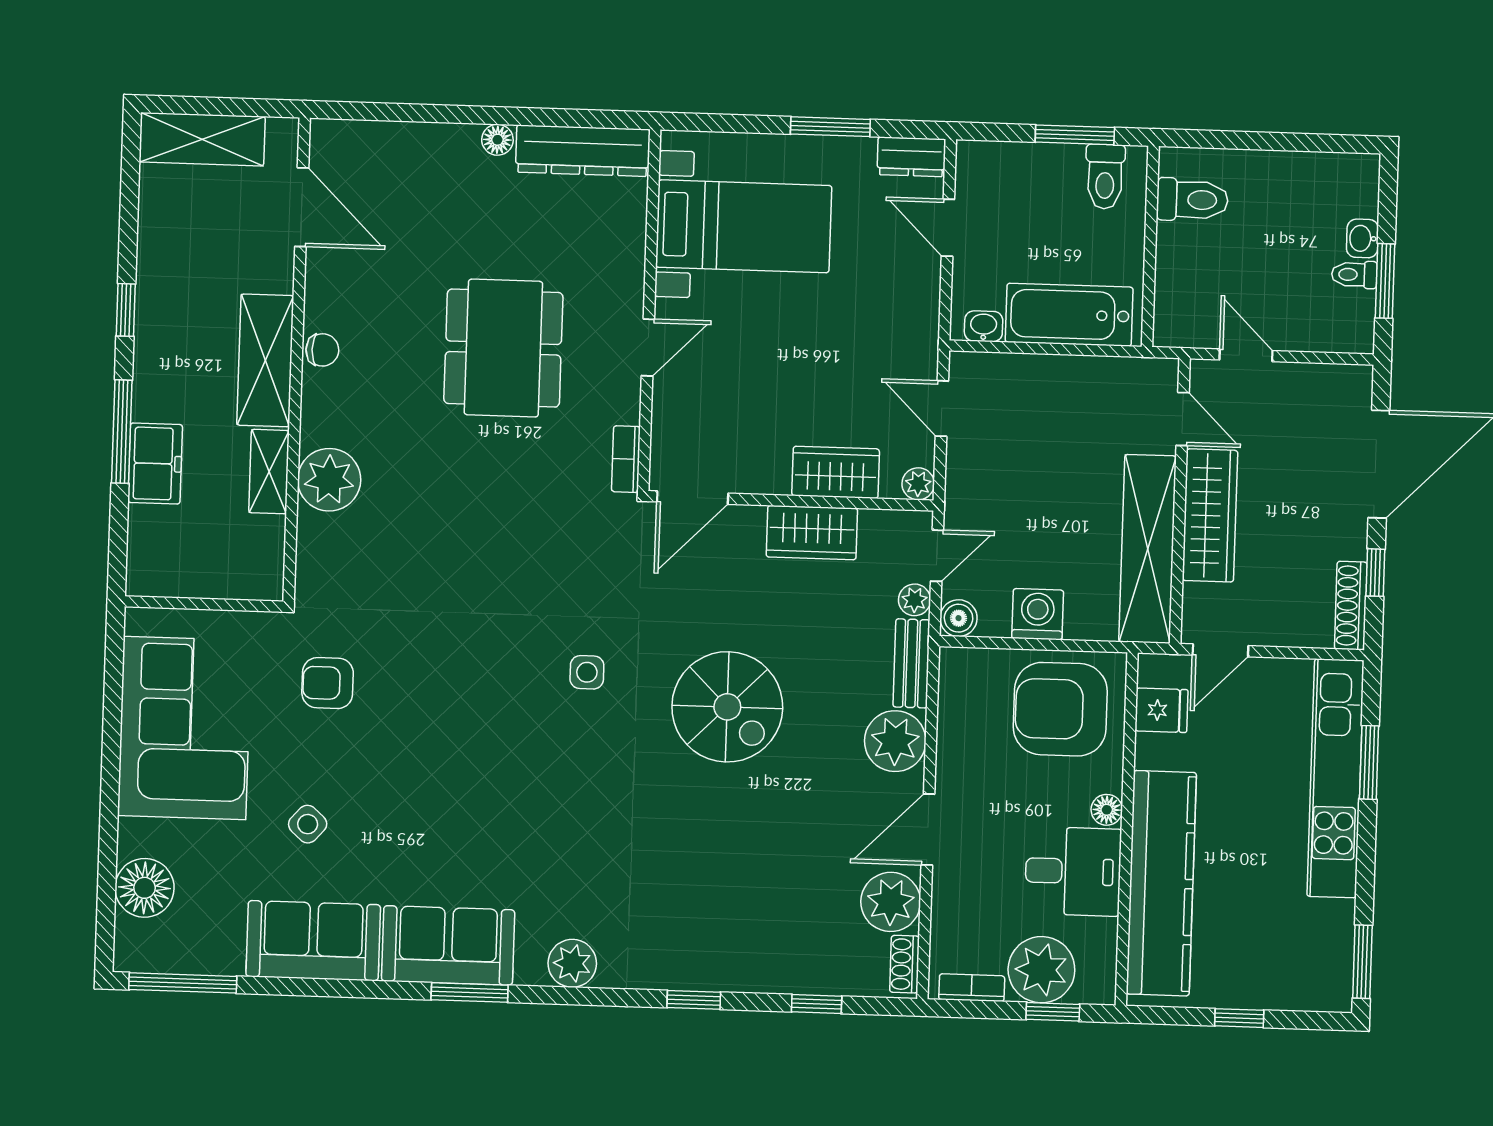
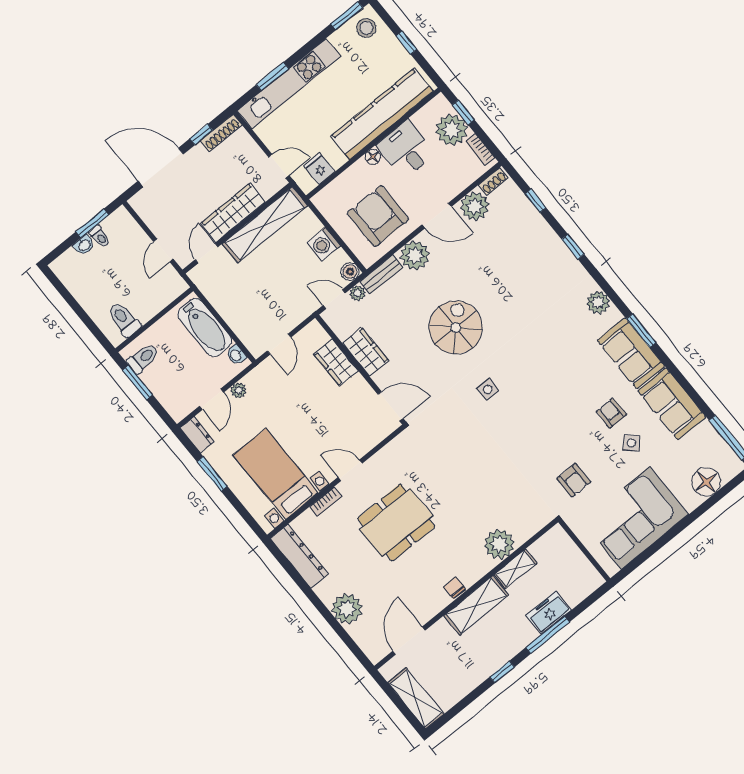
floor lamp: (497, 140) -> (322, 591), removed
plant: (436, 154) -> (347, 609), added
bookcase: (626, 459) -> (326, 502), moved
plant: (918, 484) -> (239, 390), moved
armchair: (1060, 709) -> (378, 216), moved, turned 180
armchair: (381, 833) -> (611, 413), added
stool: (1317, 975) -> (366, 28), added

